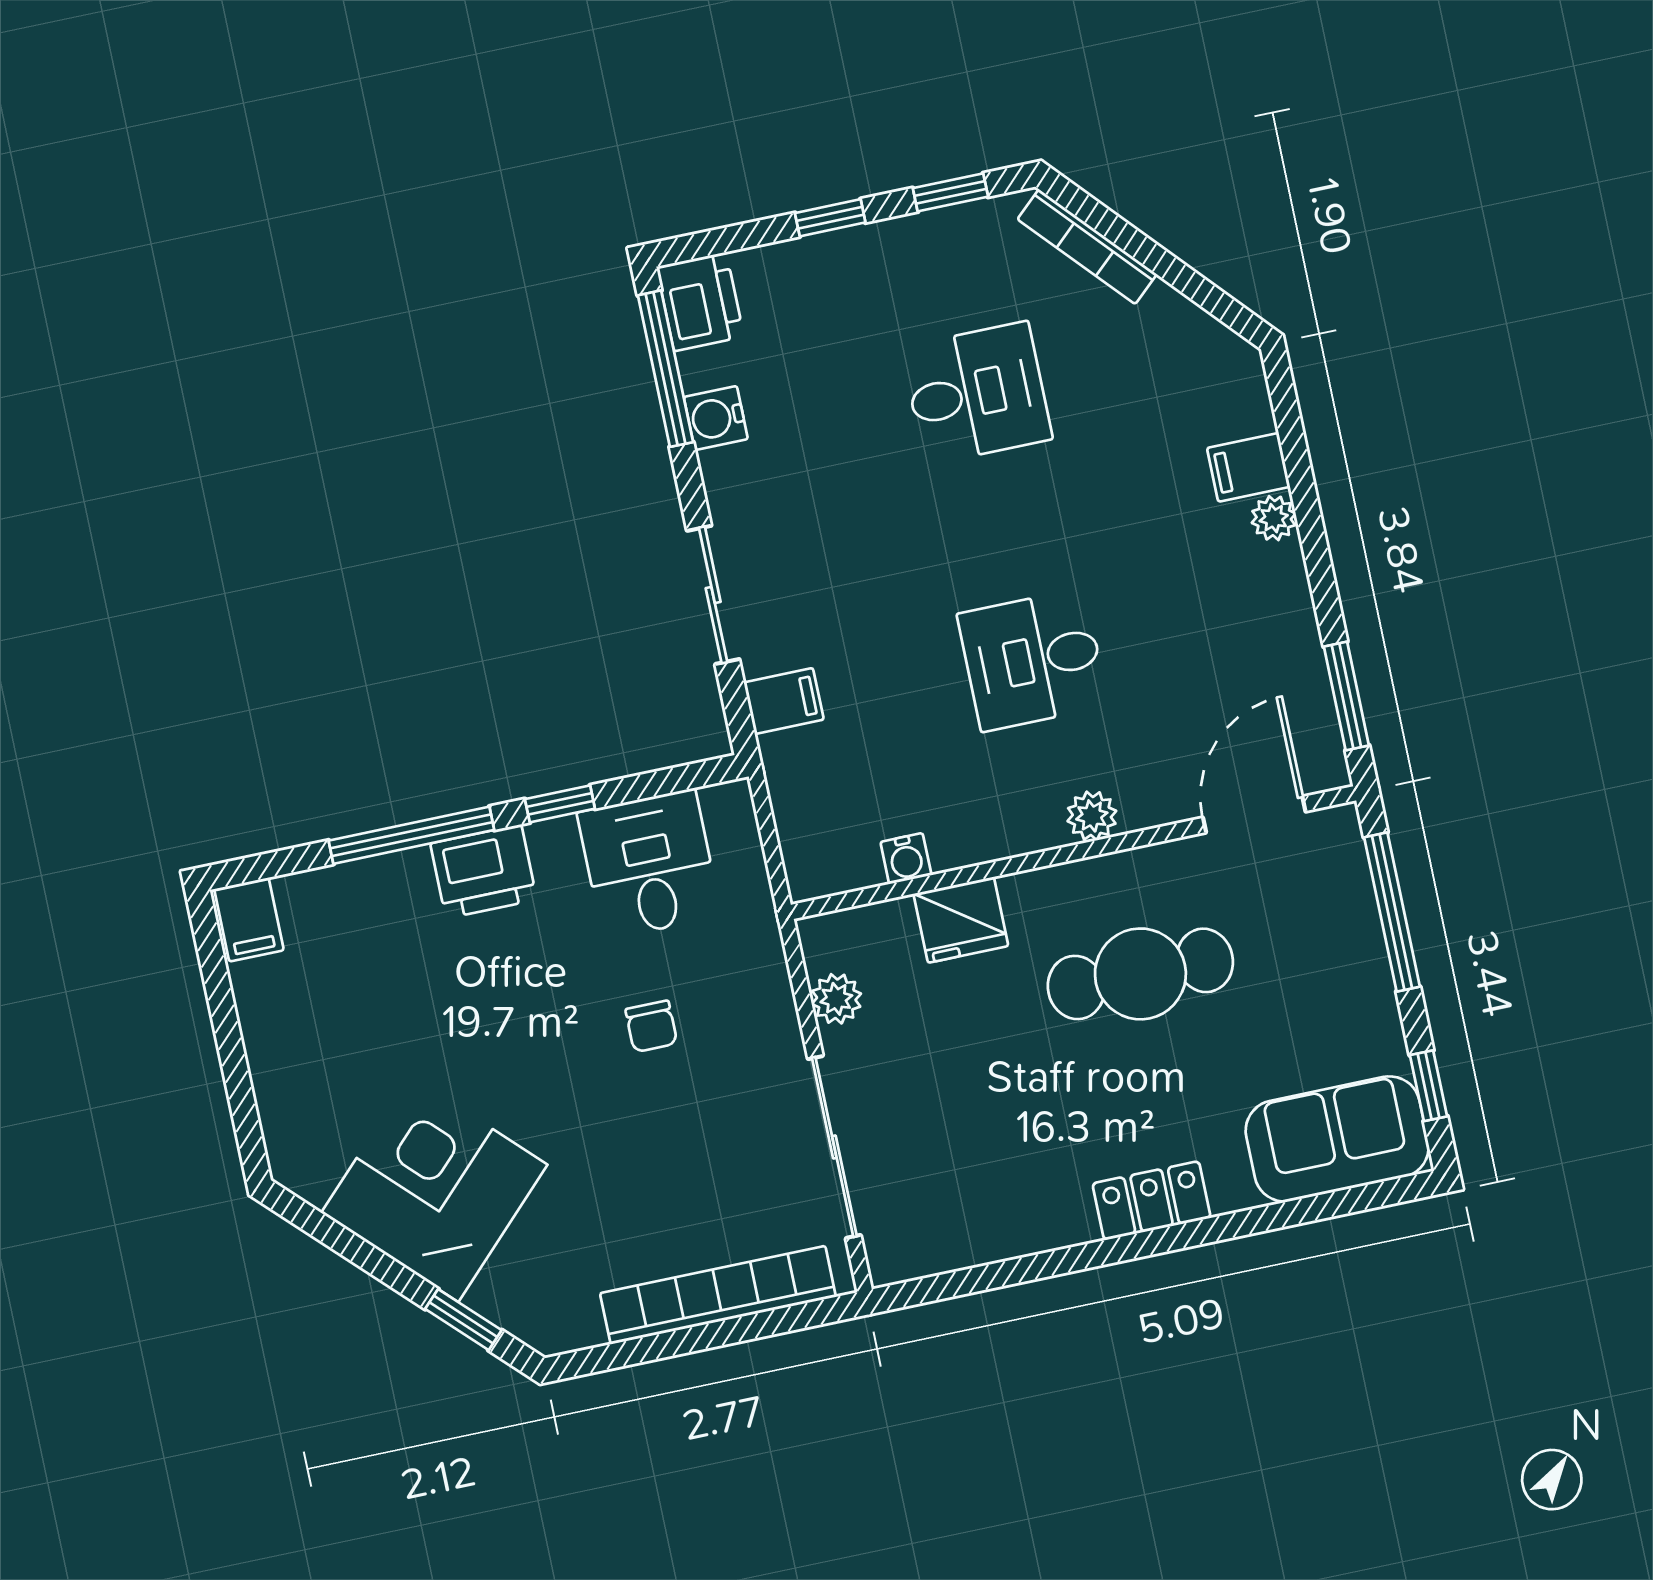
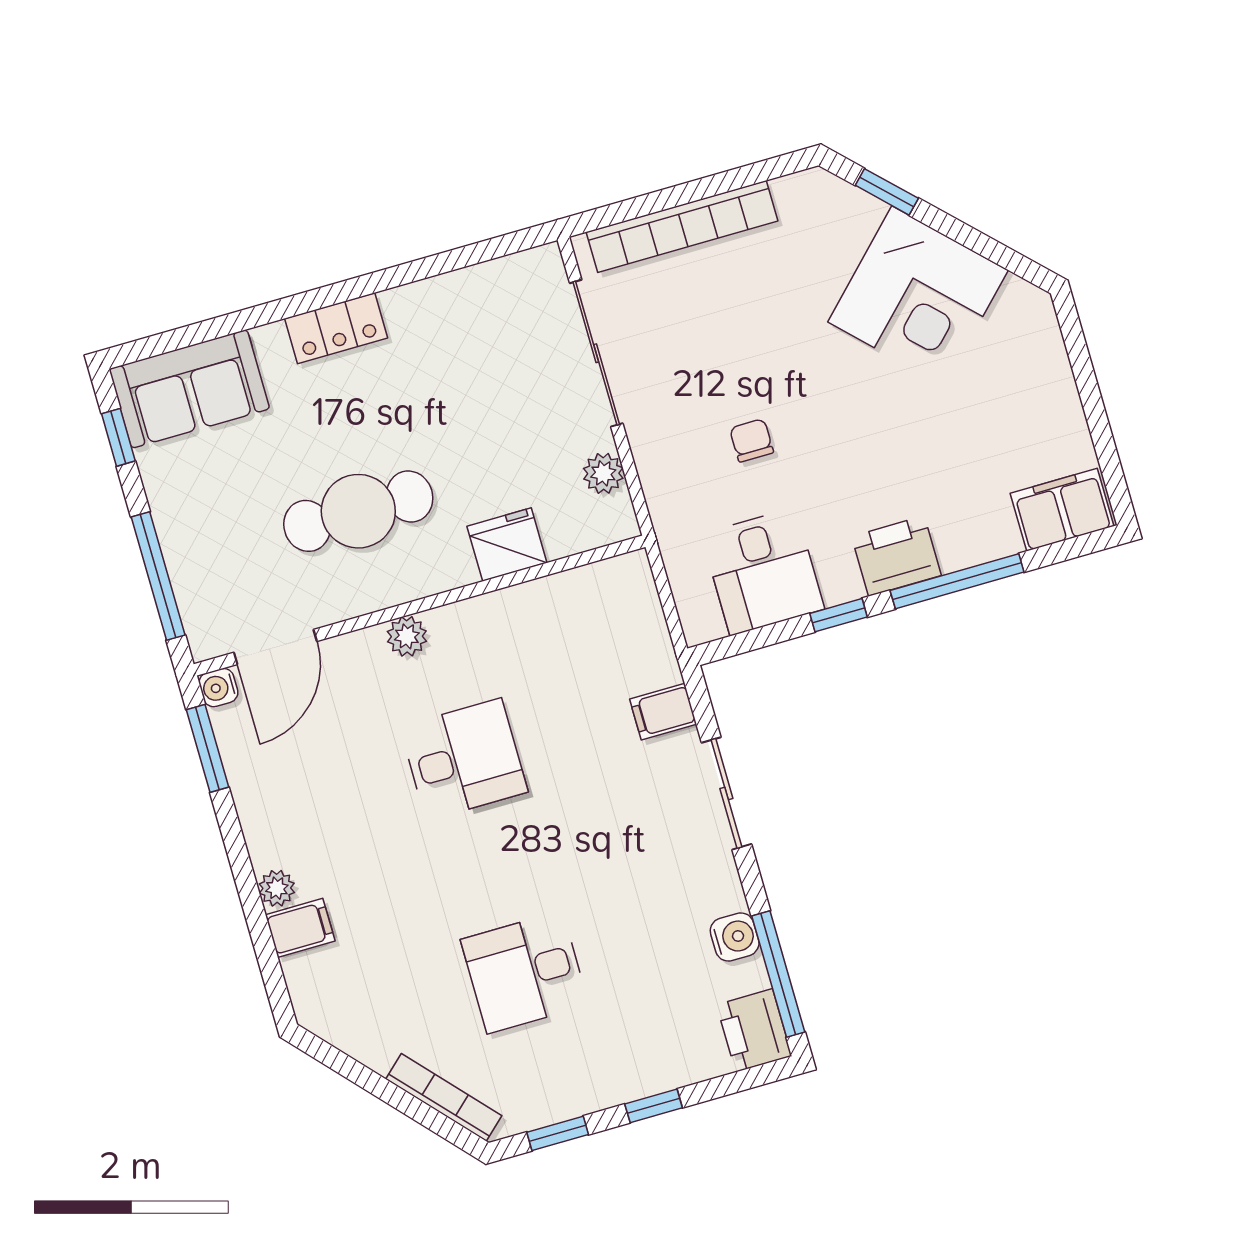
water cooler: (906, 859) -> (218, 688), moved, turned -90
filing cabinet: (249, 920) -> (1062, 510), width x2.00

